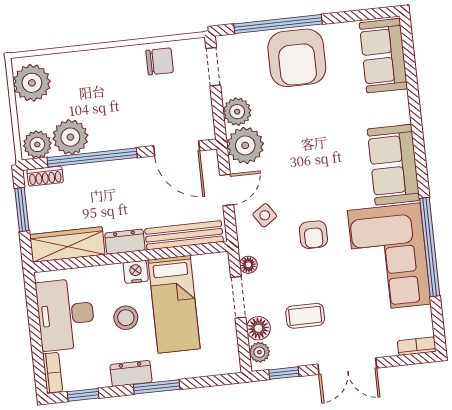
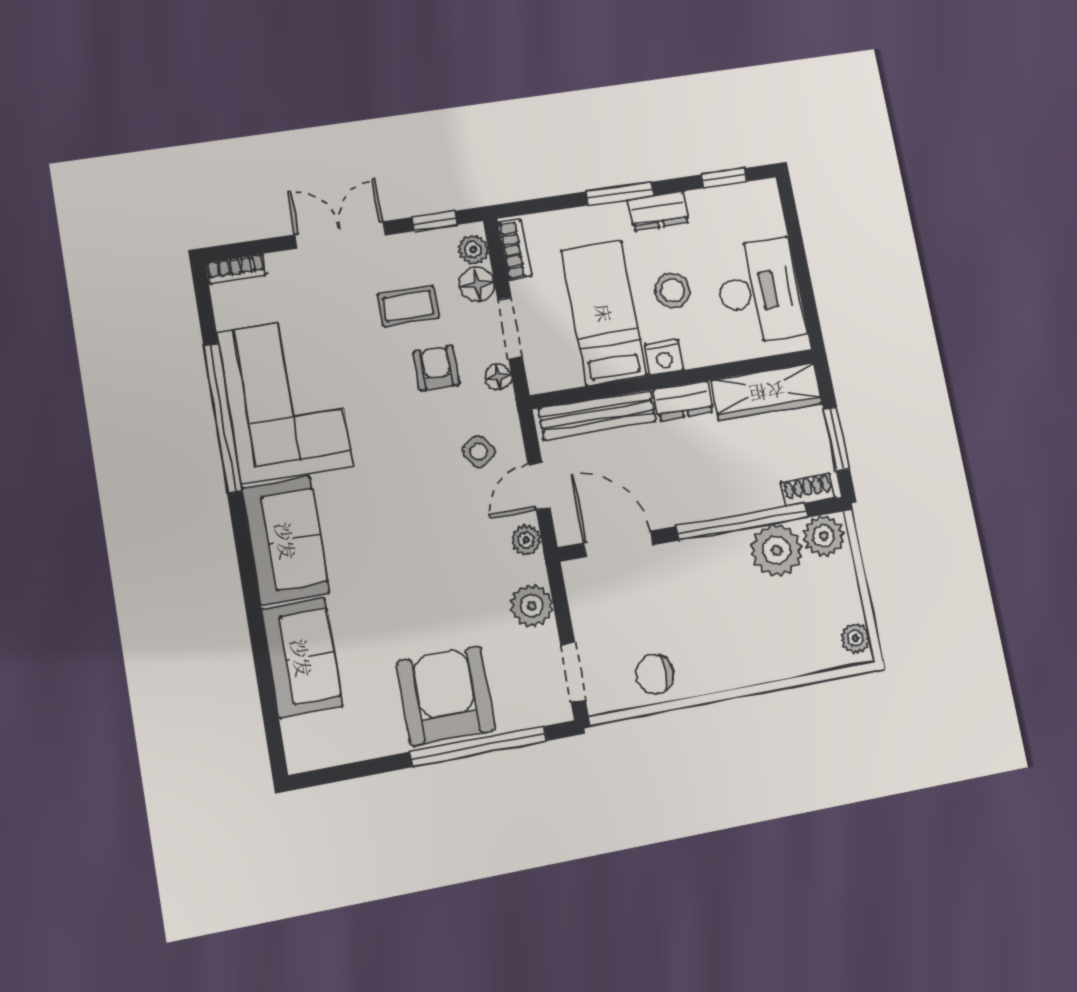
sofa: (383, 56) -> (302, 658), moved
plant: (32, 83) -> (855, 638), width x0.53, depth x0.53
plant: (245, 145) -> (526, 540), width x0.53, depth x0.53
armchair: (313, 235) -> (436, 368), moved
bookcase: (53, 373) -> (515, 250), moved, turned 180

